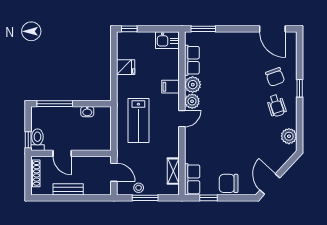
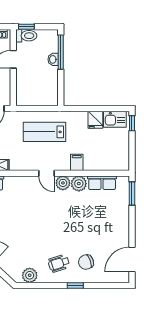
kitchen sink: (167, 40) -> (115, 119), moved, turned -90
washbasin: (87, 112) -> (53, 59), moved

